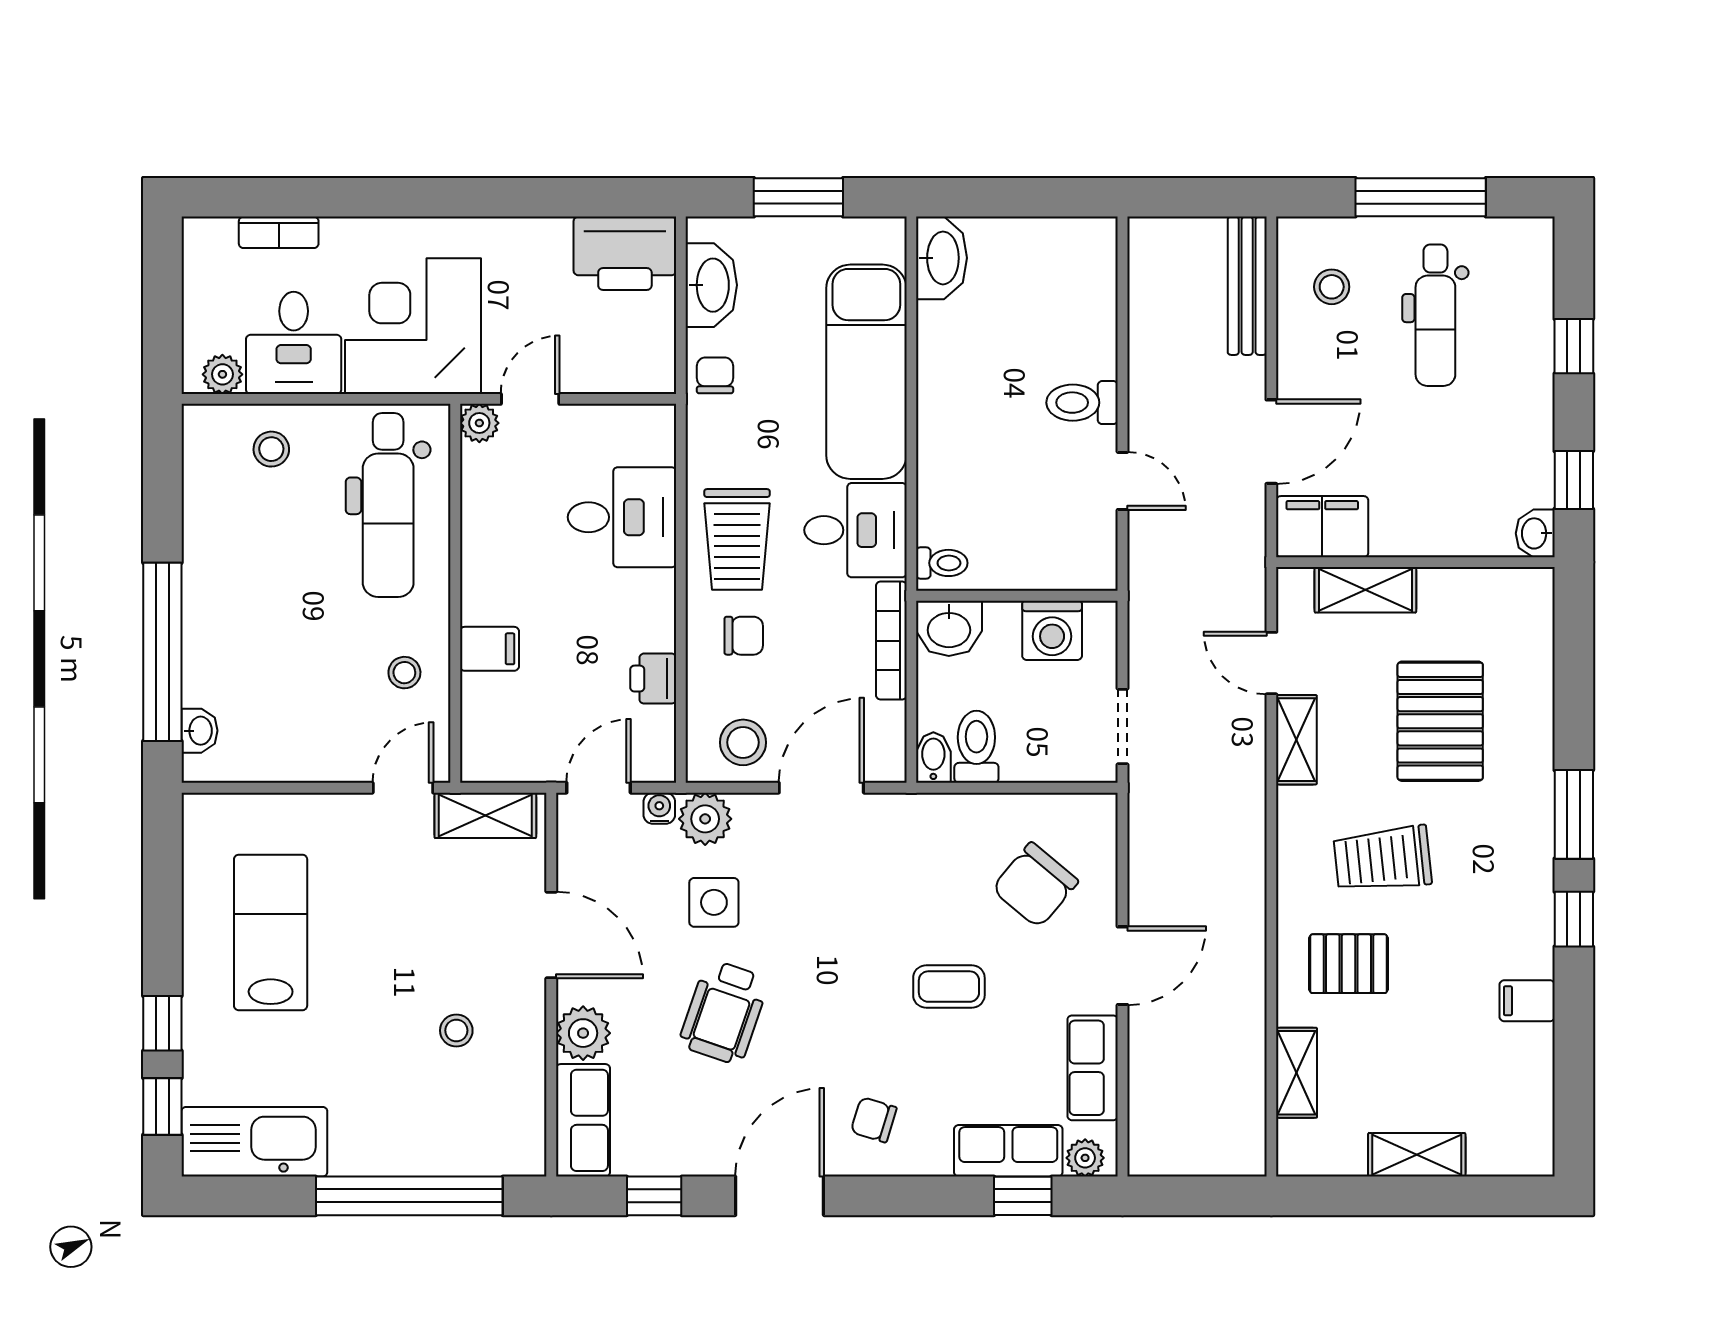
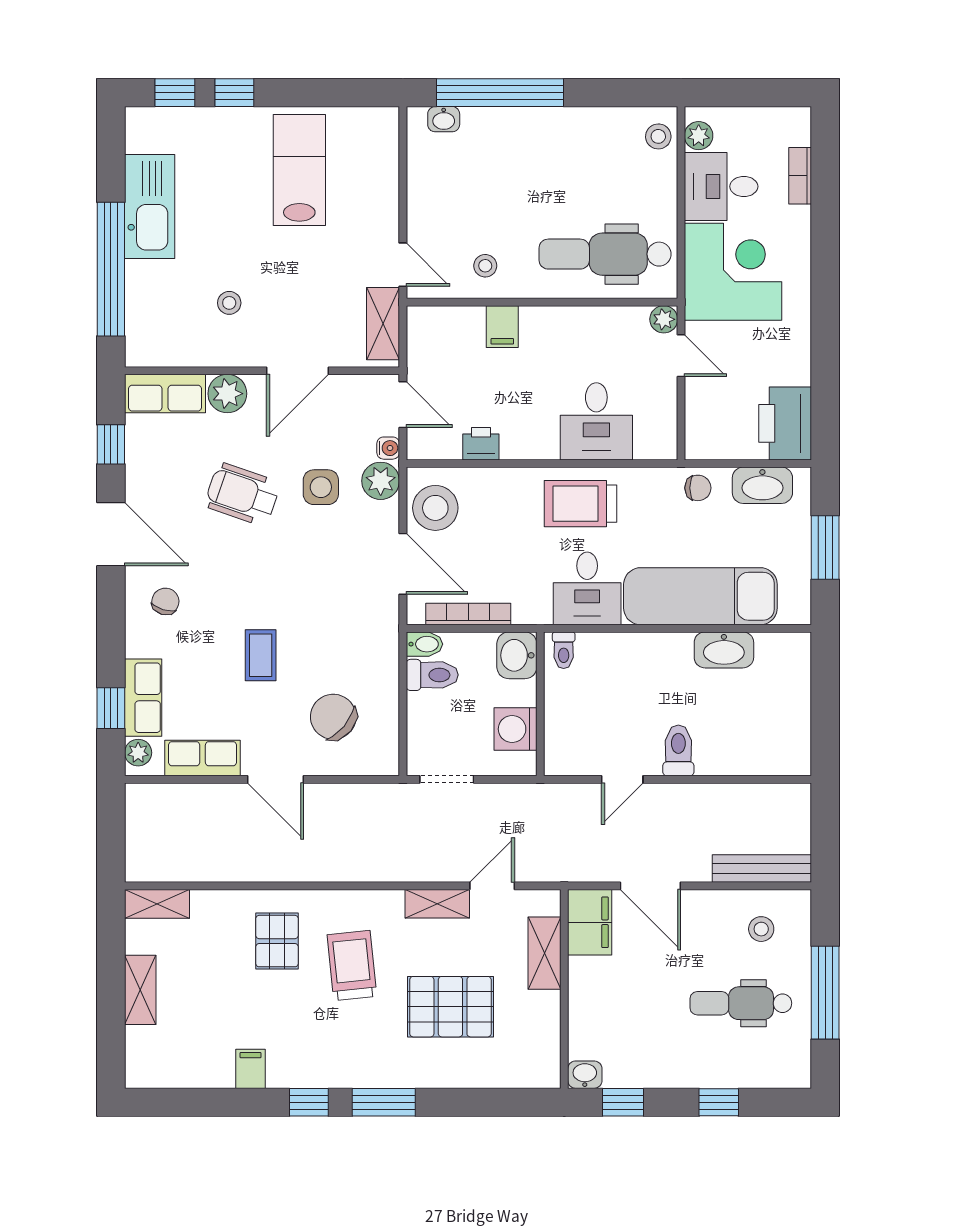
washbasin: (941, 258) -> (724, 650), moved
stool: (271, 449) -> (658, 136), moved
chair: (744, 636) -> (512, 508), removed
bookcase: (891, 641) -> (468, 614), moved
stool: (743, 742) -> (435, 508), width x1.38, depth x1.38
lab bench: (271, 932) -> (299, 170), turned -90
shelving: (1297, 1073) -> (157, 904), moved
kitchen sink: (254, 1142) -> (150, 206), moved

